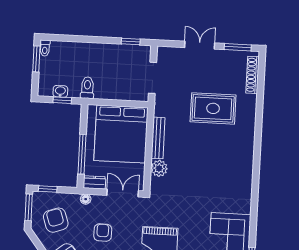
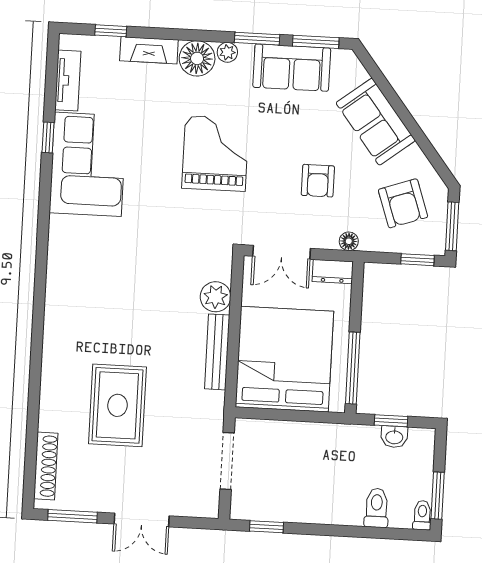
toilet: (87, 88) -> (377, 508), moved, turned 180
rug: (213, 108) -> (117, 405), turned 90
window: (82, 154) -> (353, 368), moved

